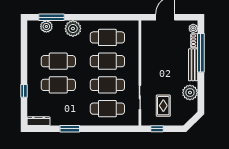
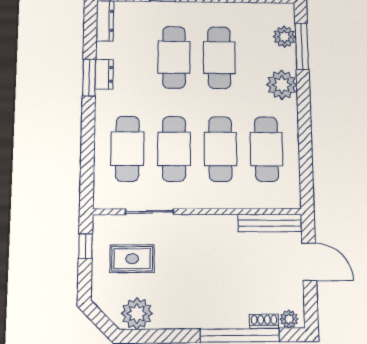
bench: (193, 65) -> (270, 223), moved
plant: (190, 93) -> (137, 314), moved
dresser: (68, 121) -> (104, 74), added

